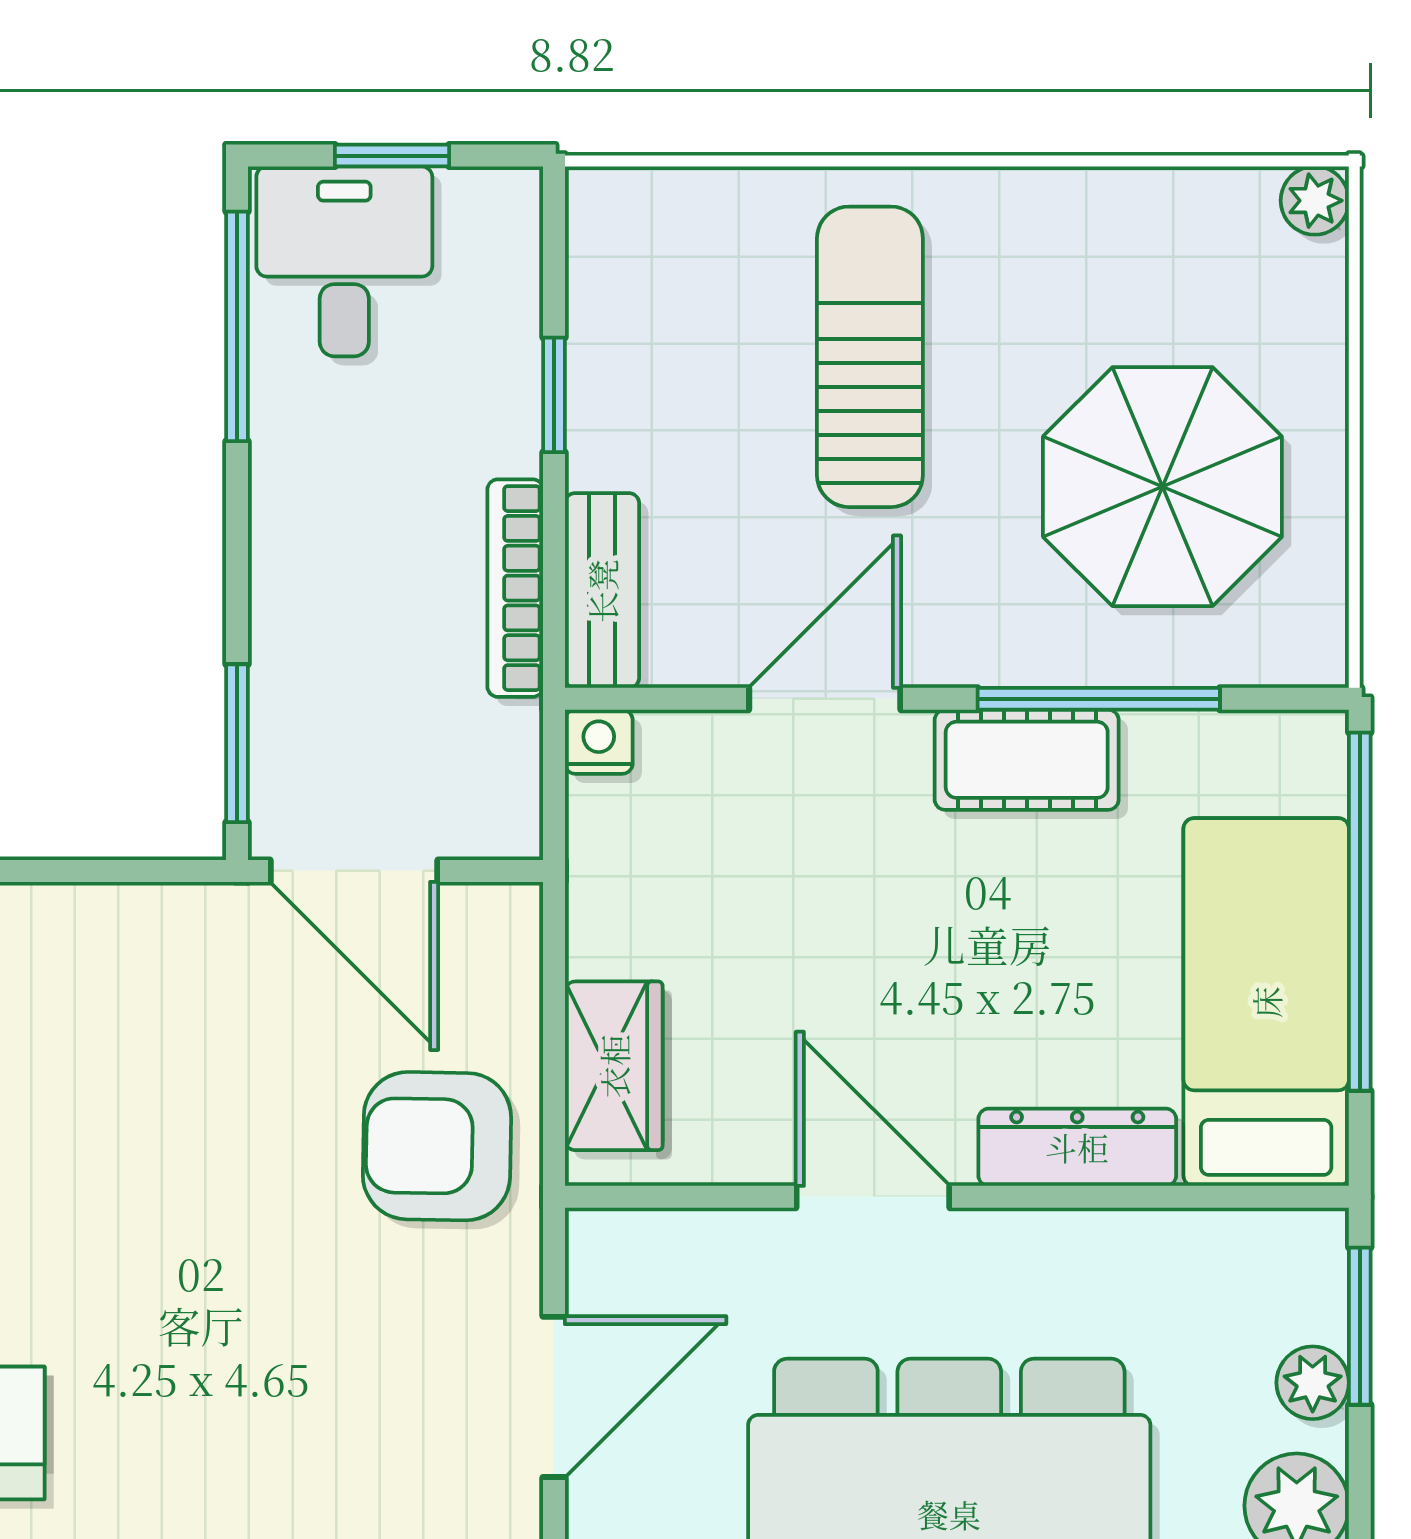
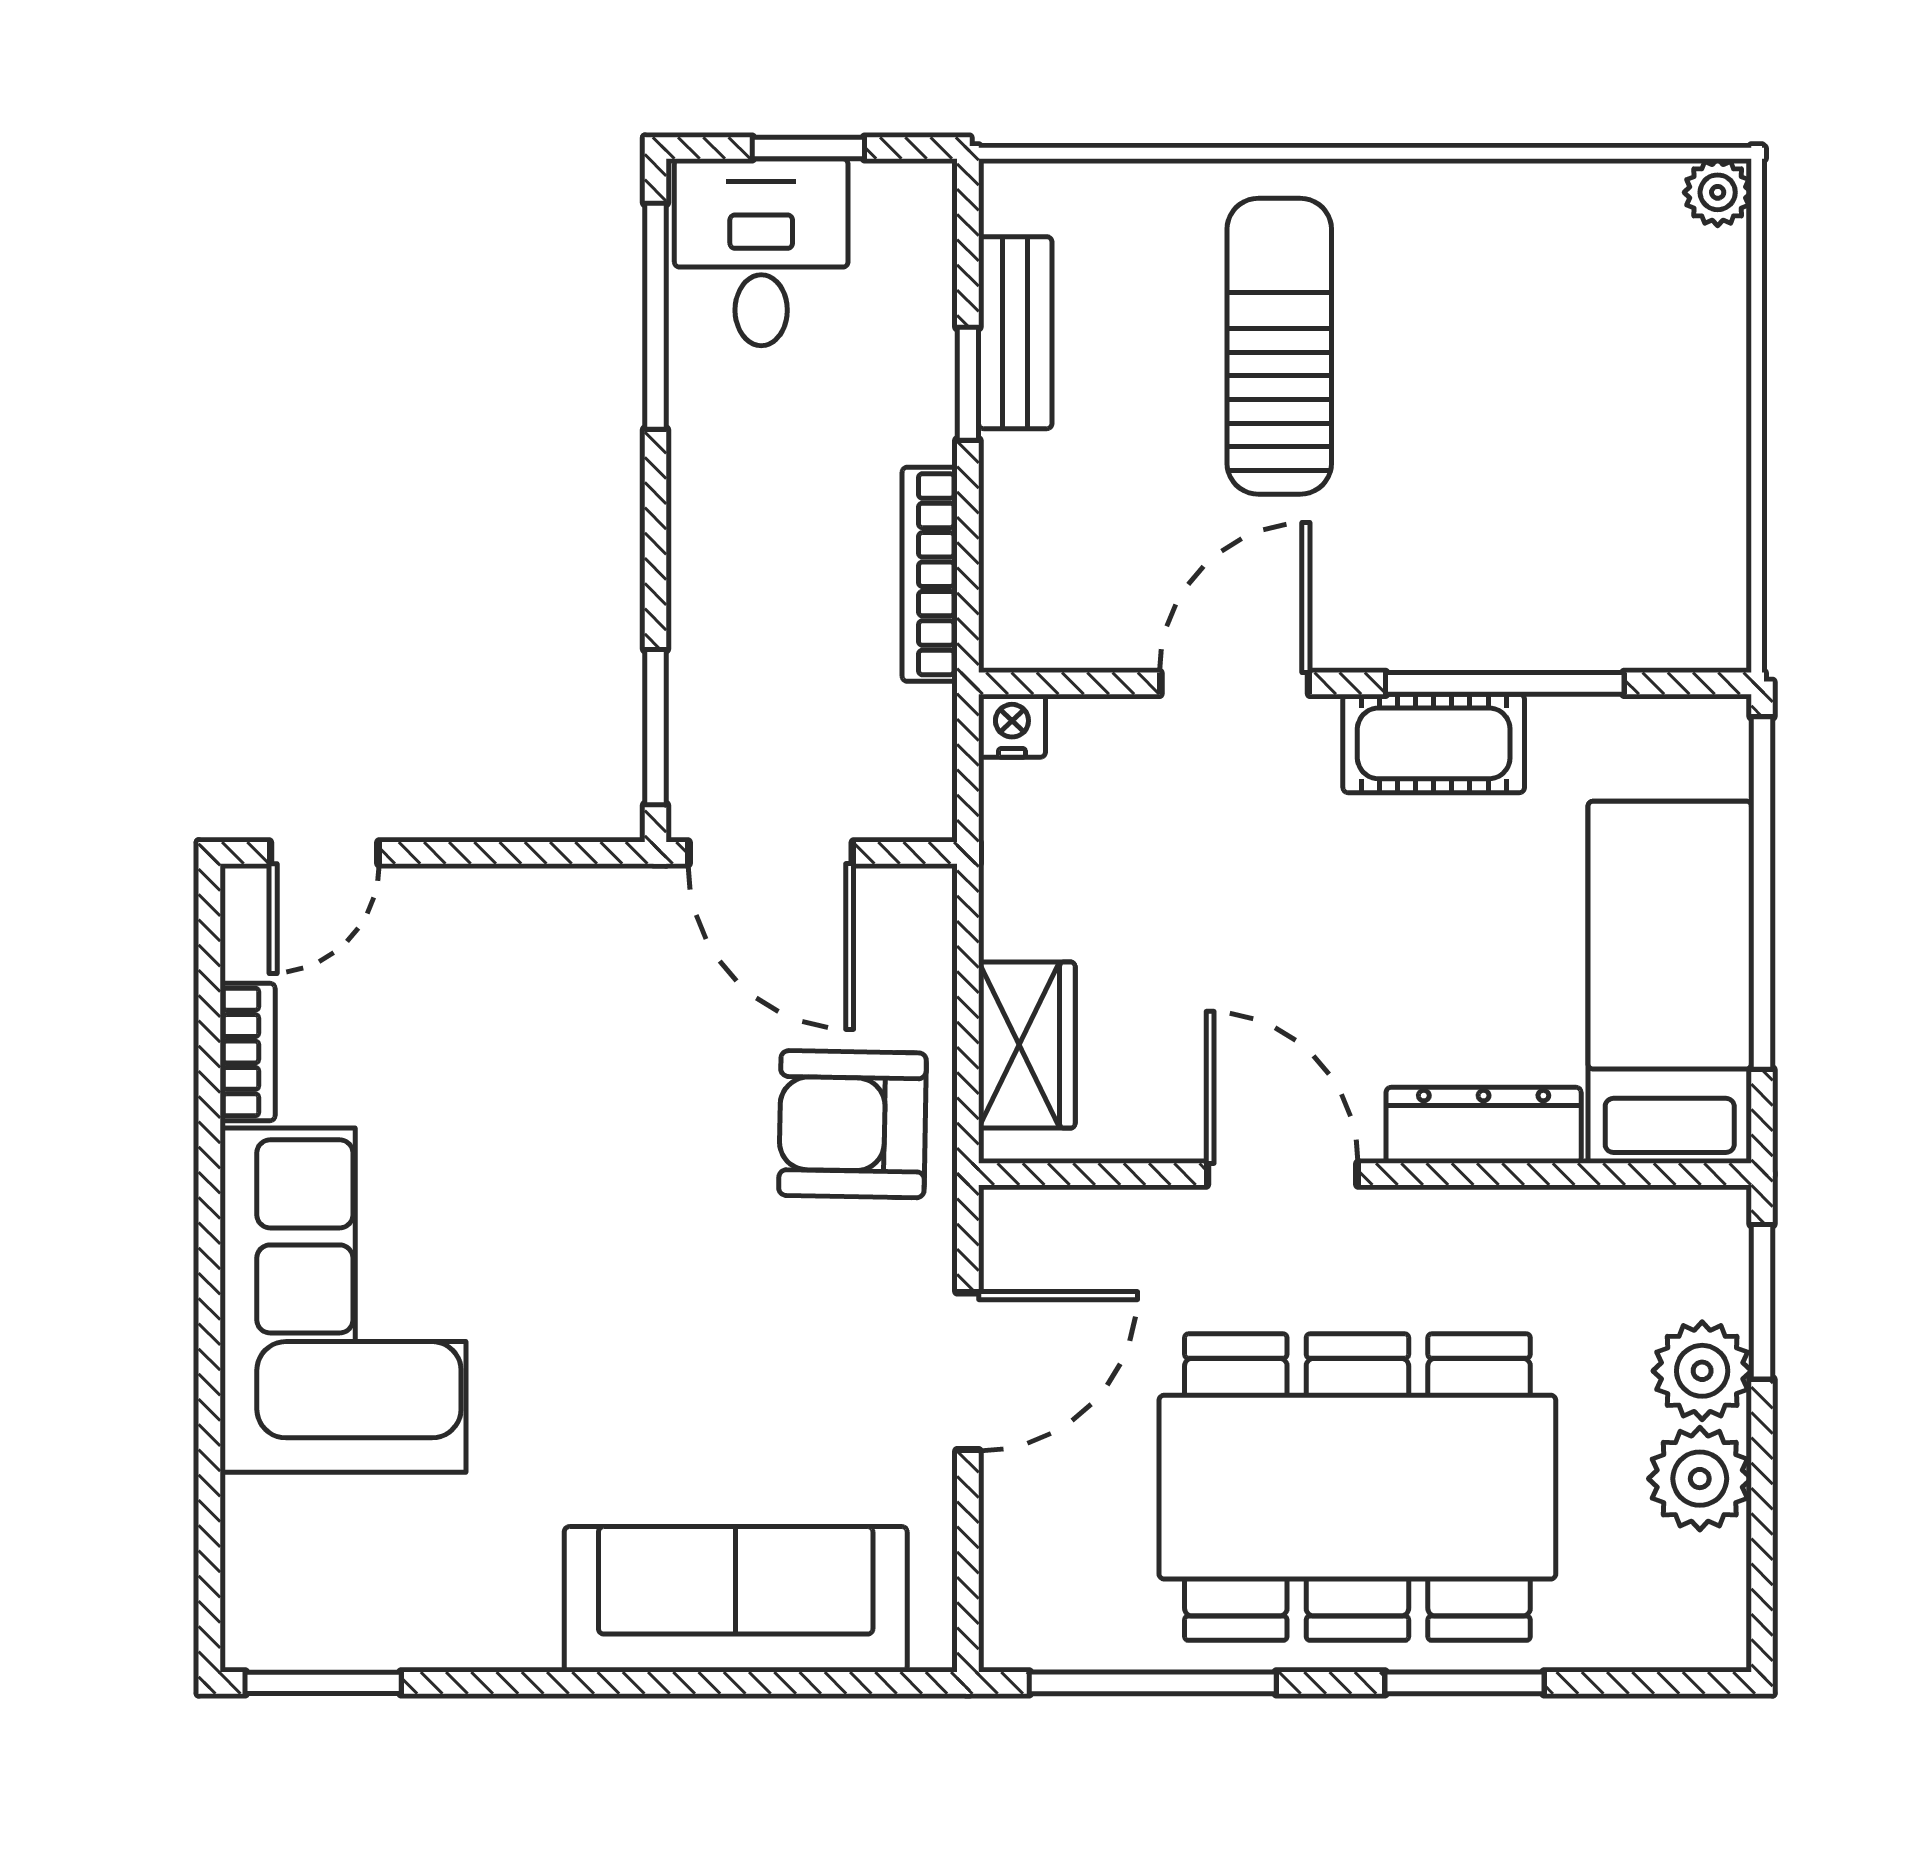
parasol: (1162, 487) -> (1568, 474), removed
bench: (602, 591) -> (1015, 333), moved
plant: (1313, 1383) -> (1702, 1371), width x1.38, depth x1.38

